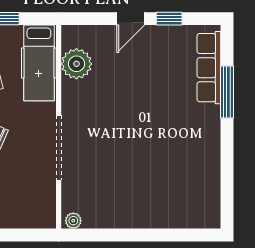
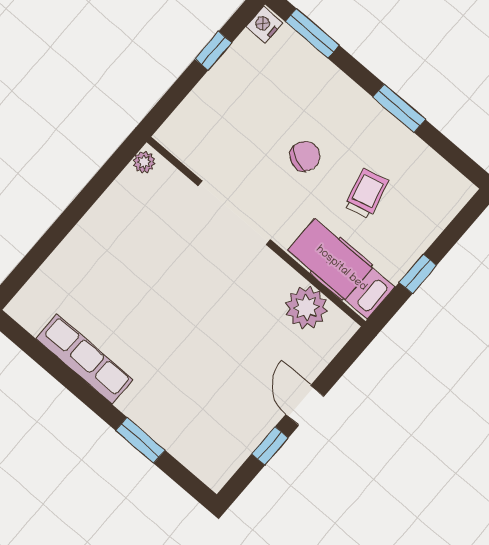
row of seats: (209, 68) -> (84, 359), moved
window: (227, 92) -> (140, 440), width x0.69

